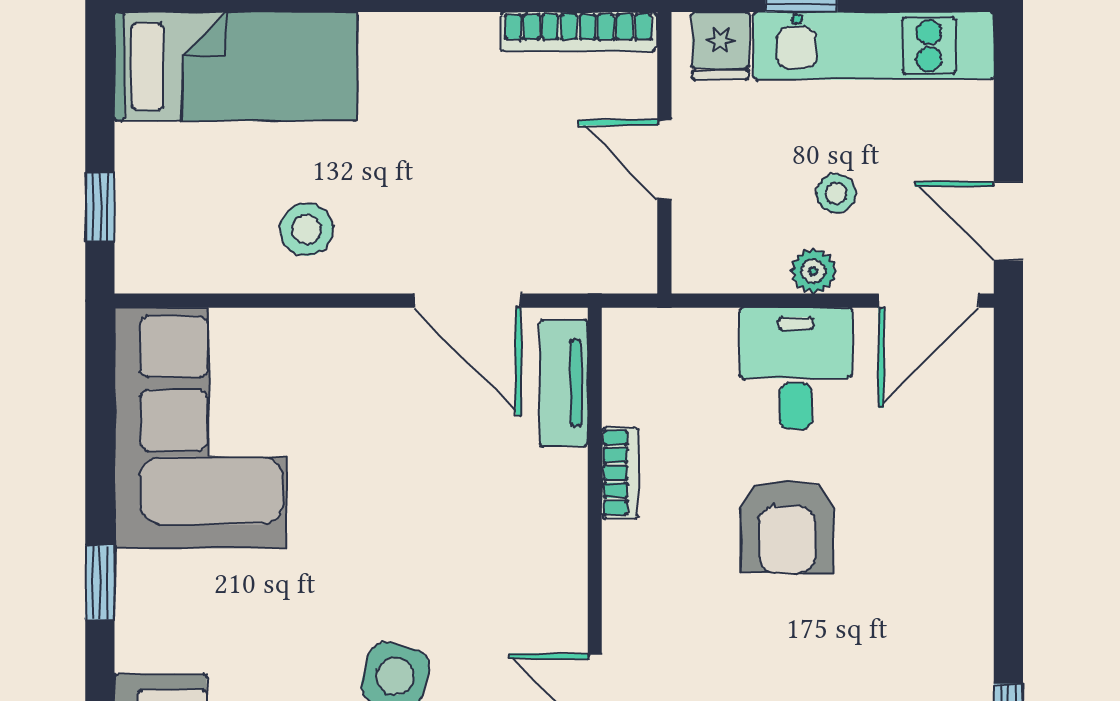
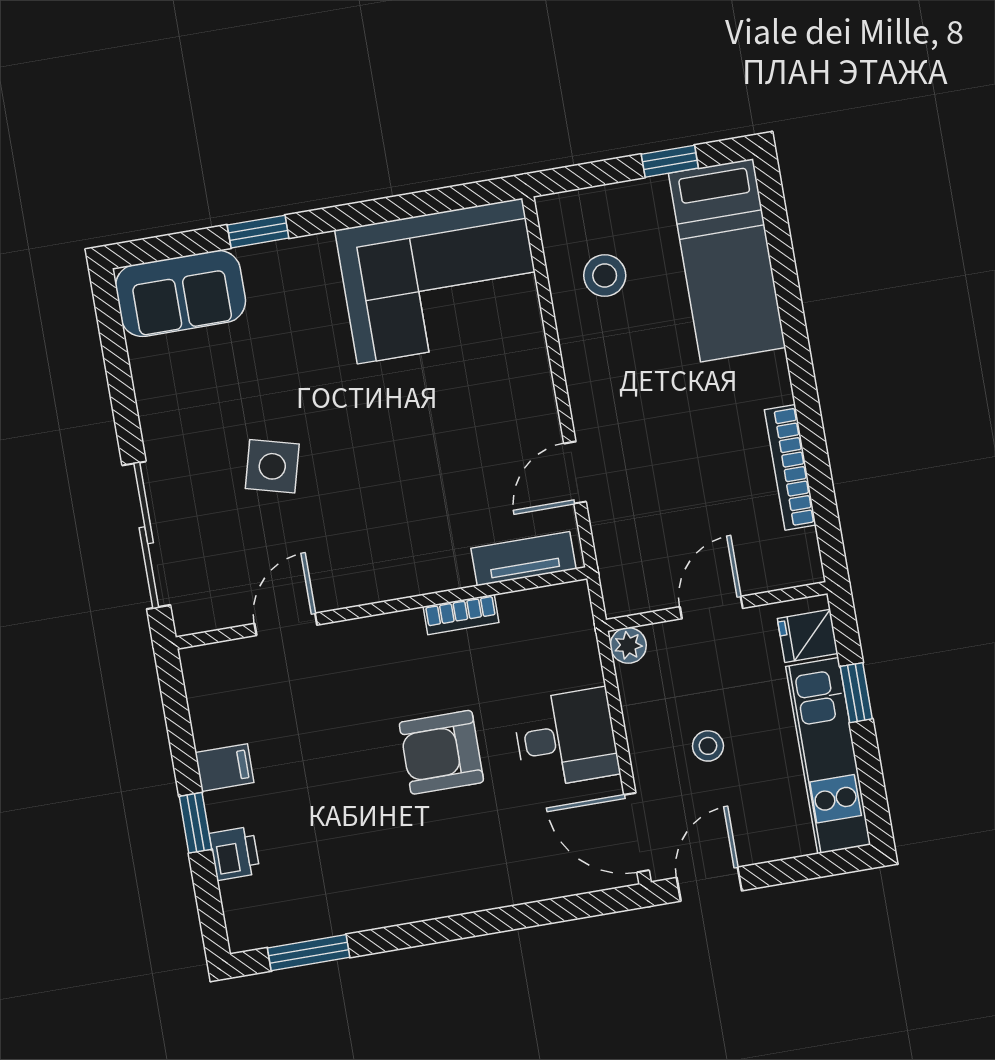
bookcase: (578, 32) -> (790, 467), moved
window: (100, 207) -> (670, 161), moved
stool: (307, 229) -> (605, 276), moved
plant: (813, 271) -> (628, 645), moved
door: (467, 301) -> (575, 473), width x0.73
window: (100, 582) -> (258, 232), moved

